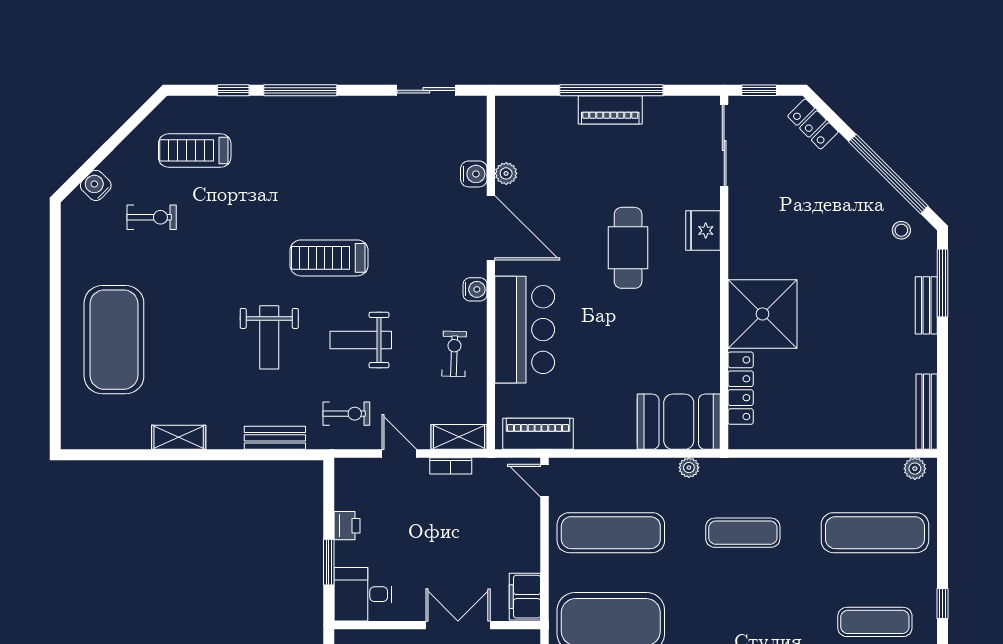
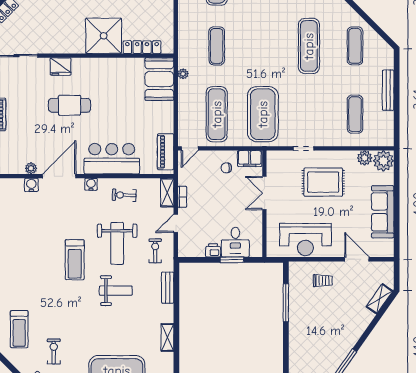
weight bench: (361, 340) -> (117, 243), width x1.36, depth x1.33
chair: (507, 551) -> (226, 168), added
desk: (363, 594) -> (235, 242), moved

